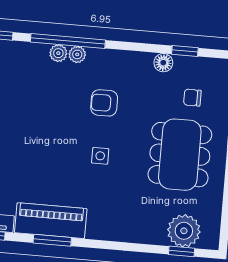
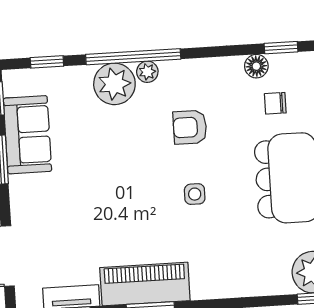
plant: (58, 53) -> (114, 84), width x1.87, depth x1.87
chair: (192, 98) -> (275, 103), moved

